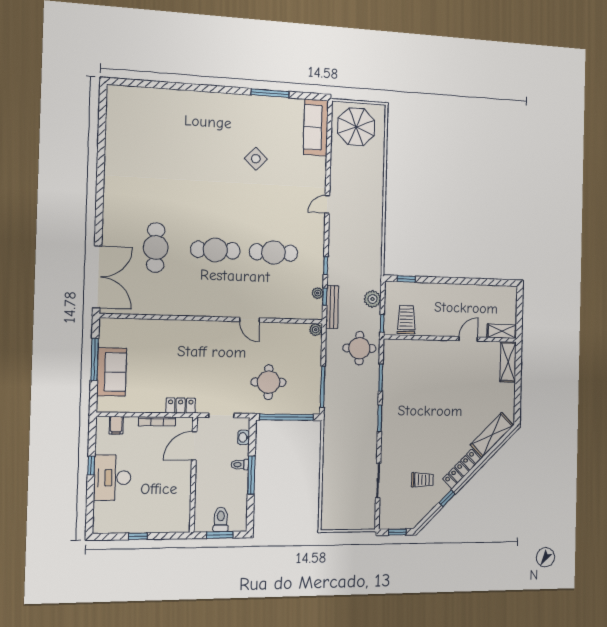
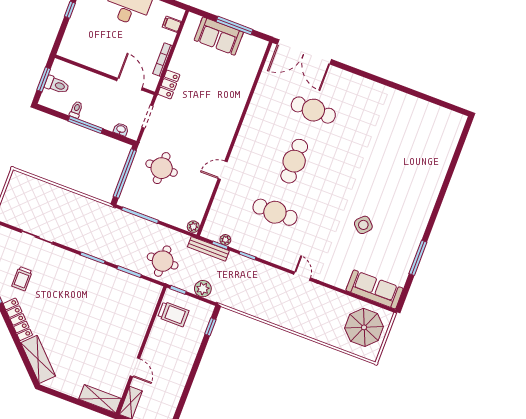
cafe table: (274, 252) -> (275, 212), turned 90
toilet: (240, 465) -> (76, 110), moved

